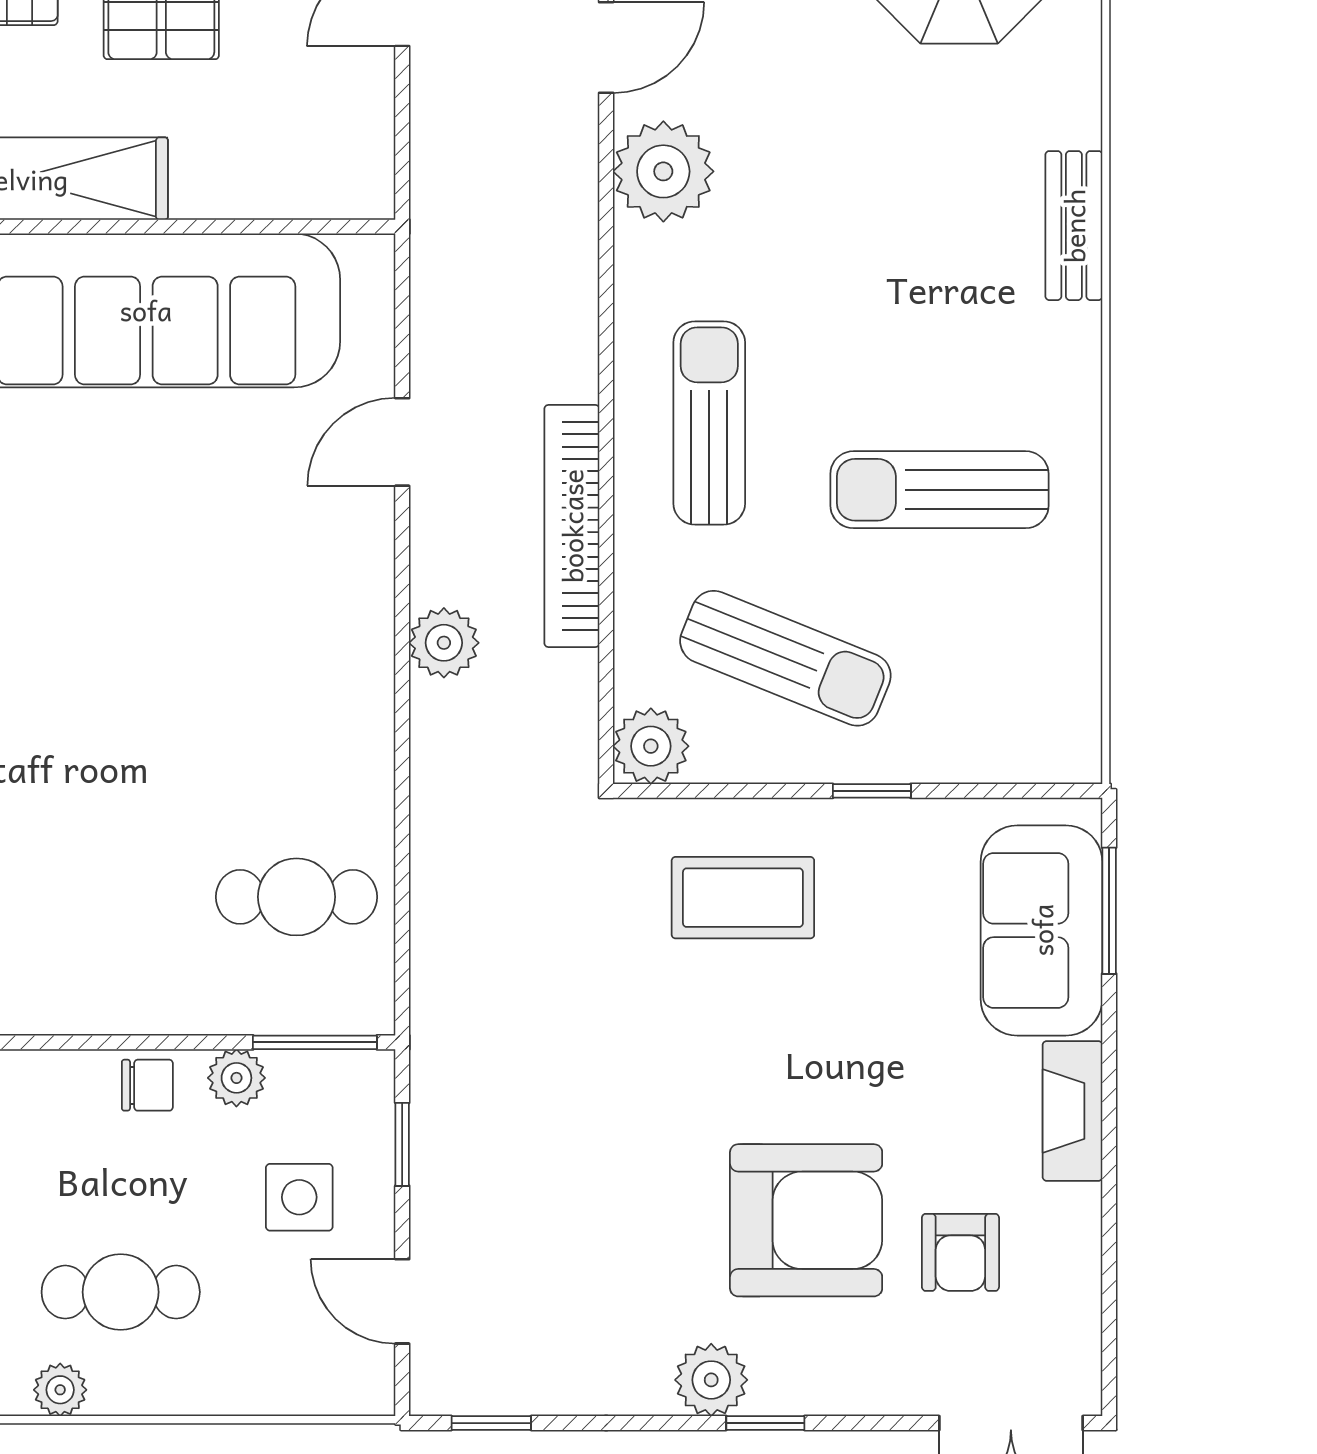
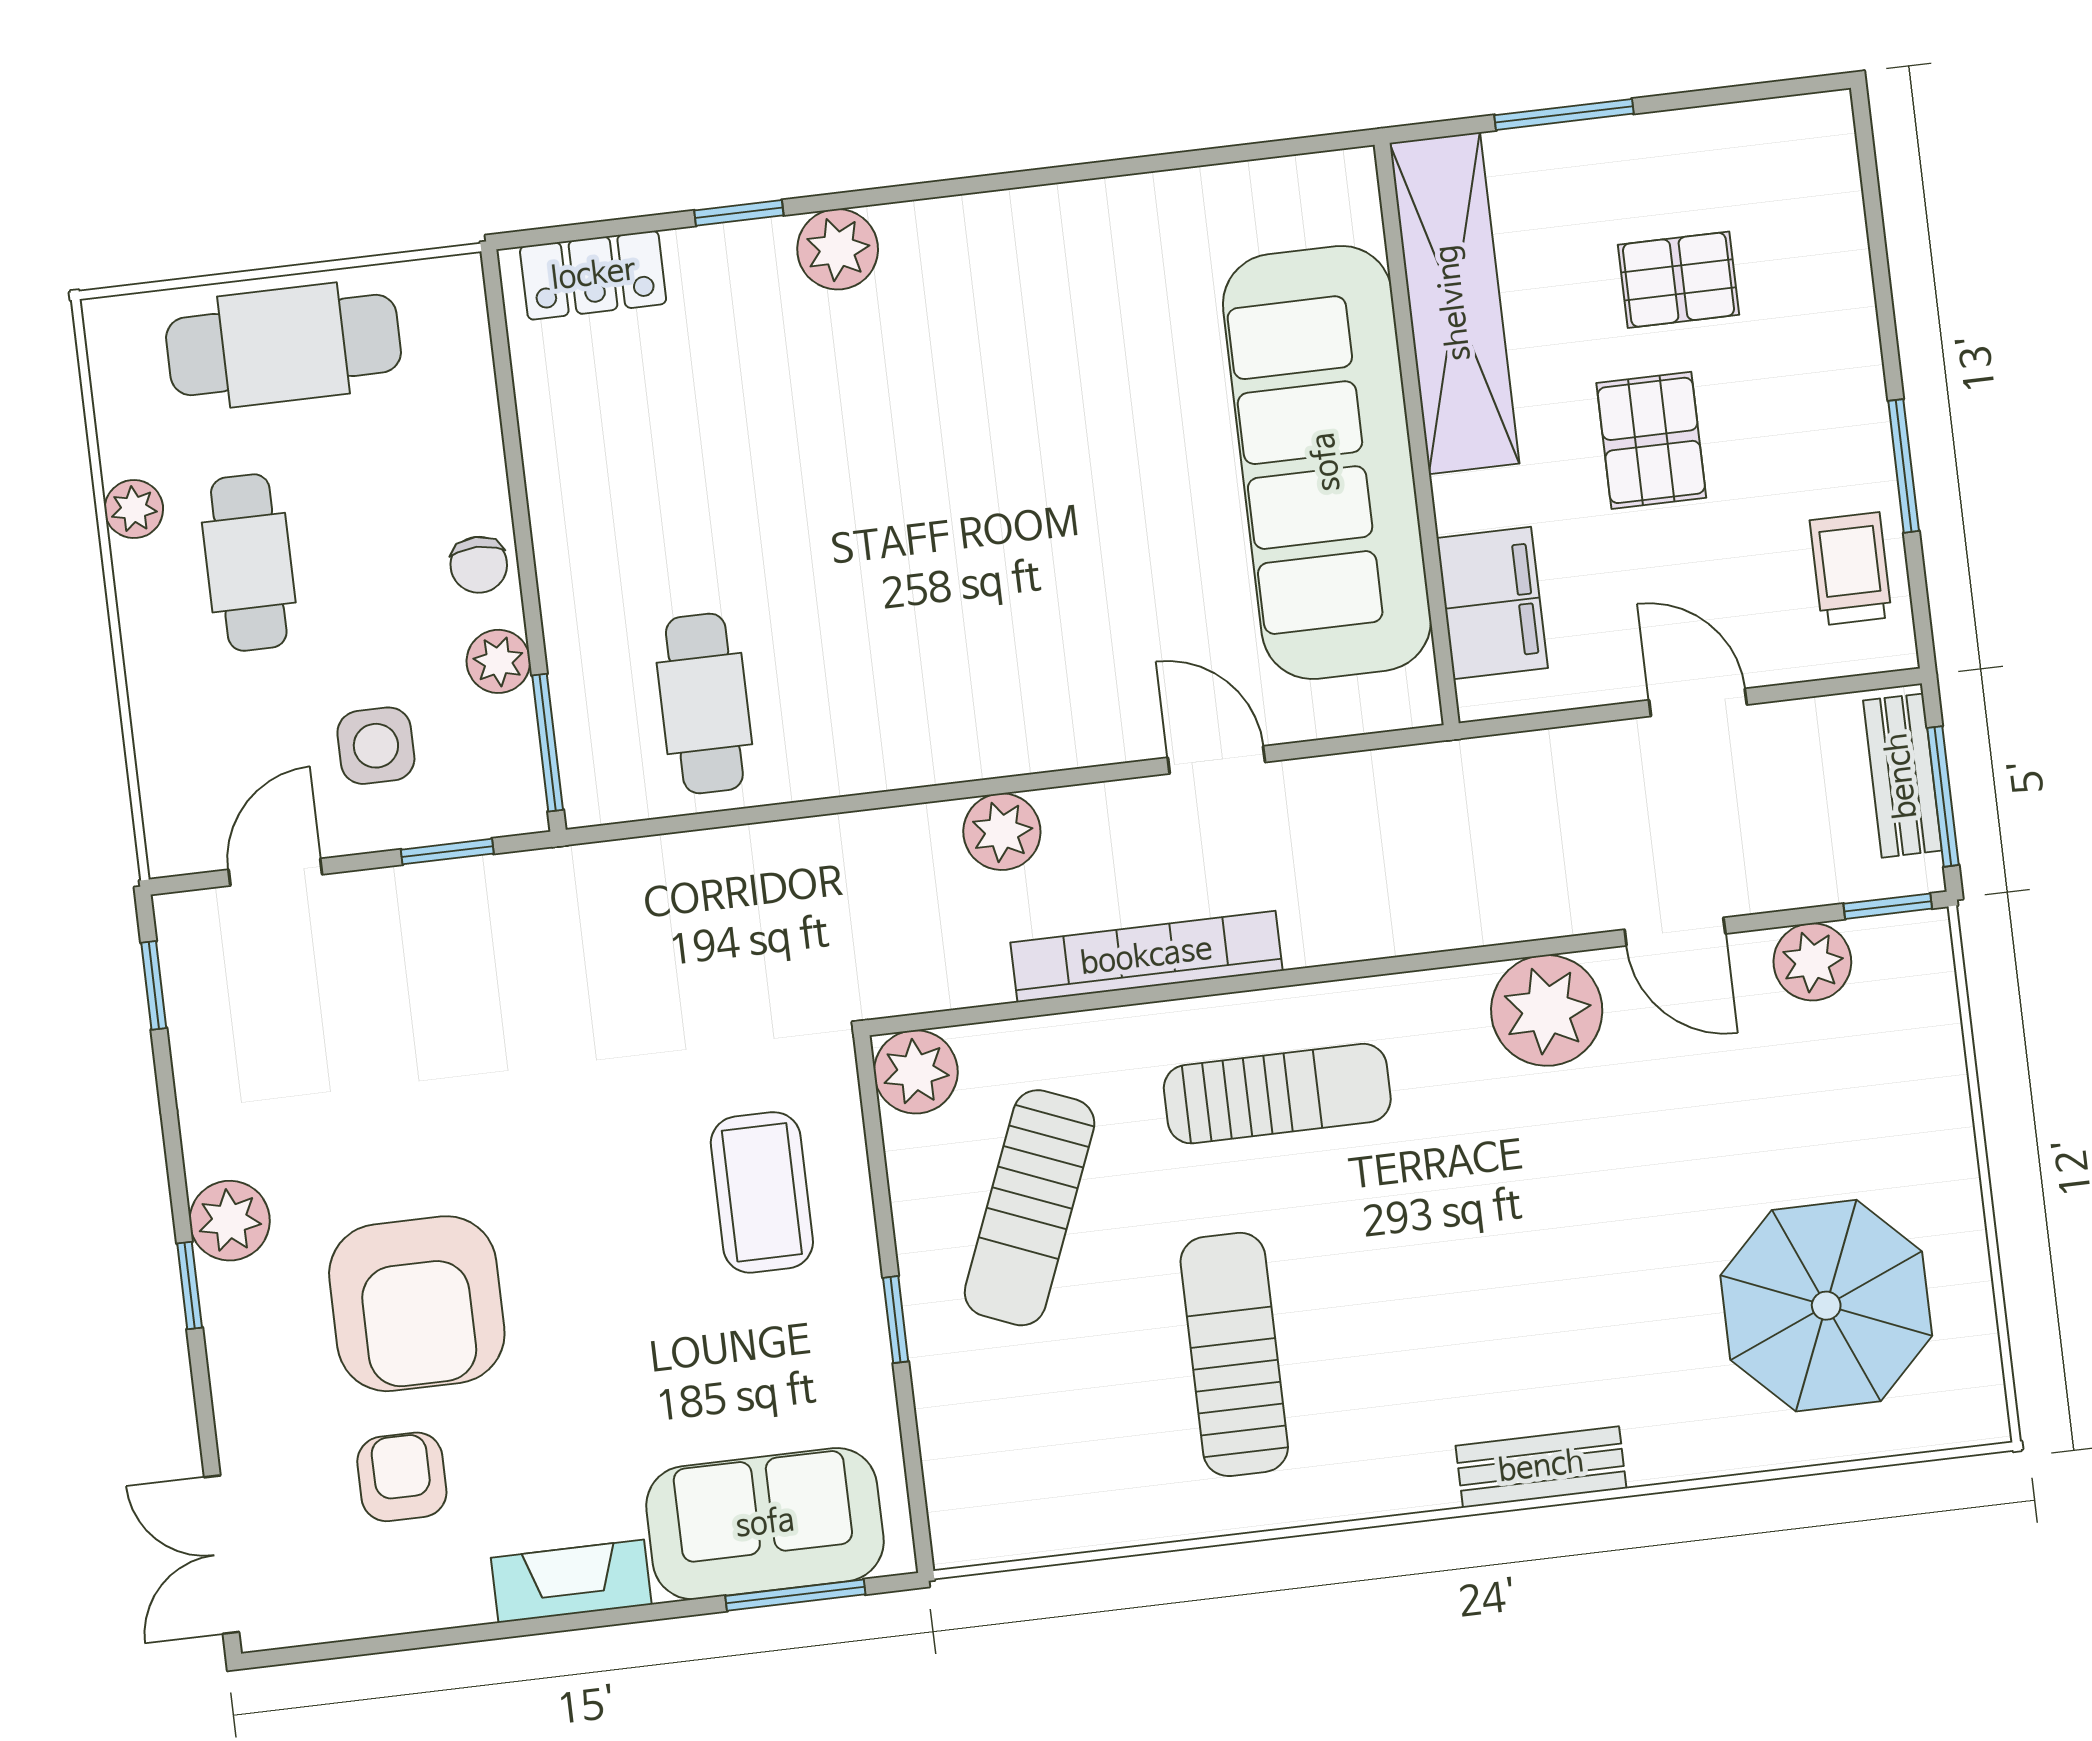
filing cabinet: (291, 177) -> (1492, 603), added
armchair: (960, 1252) -> (402, 1477), turned 90

